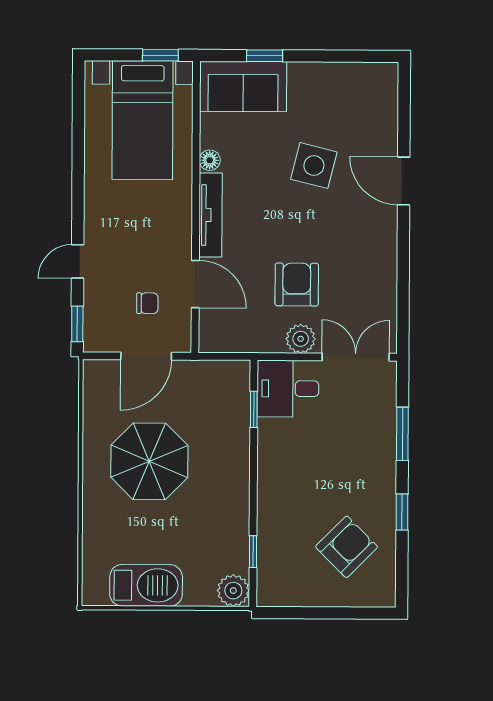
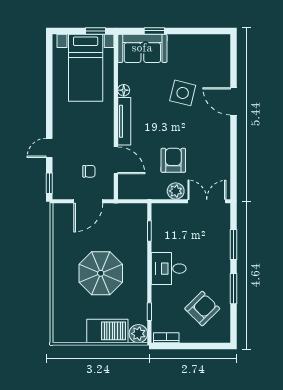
desk: (288, 389) -> (169, 269), moved
parasol: (149, 461) -> (101, 273), moved
window: (402, 512) -> (234, 289), width x1.50
barbecue: (146, 585) -> (107, 331), moved
bookcase: (283, 598) -> (166, 338), added

